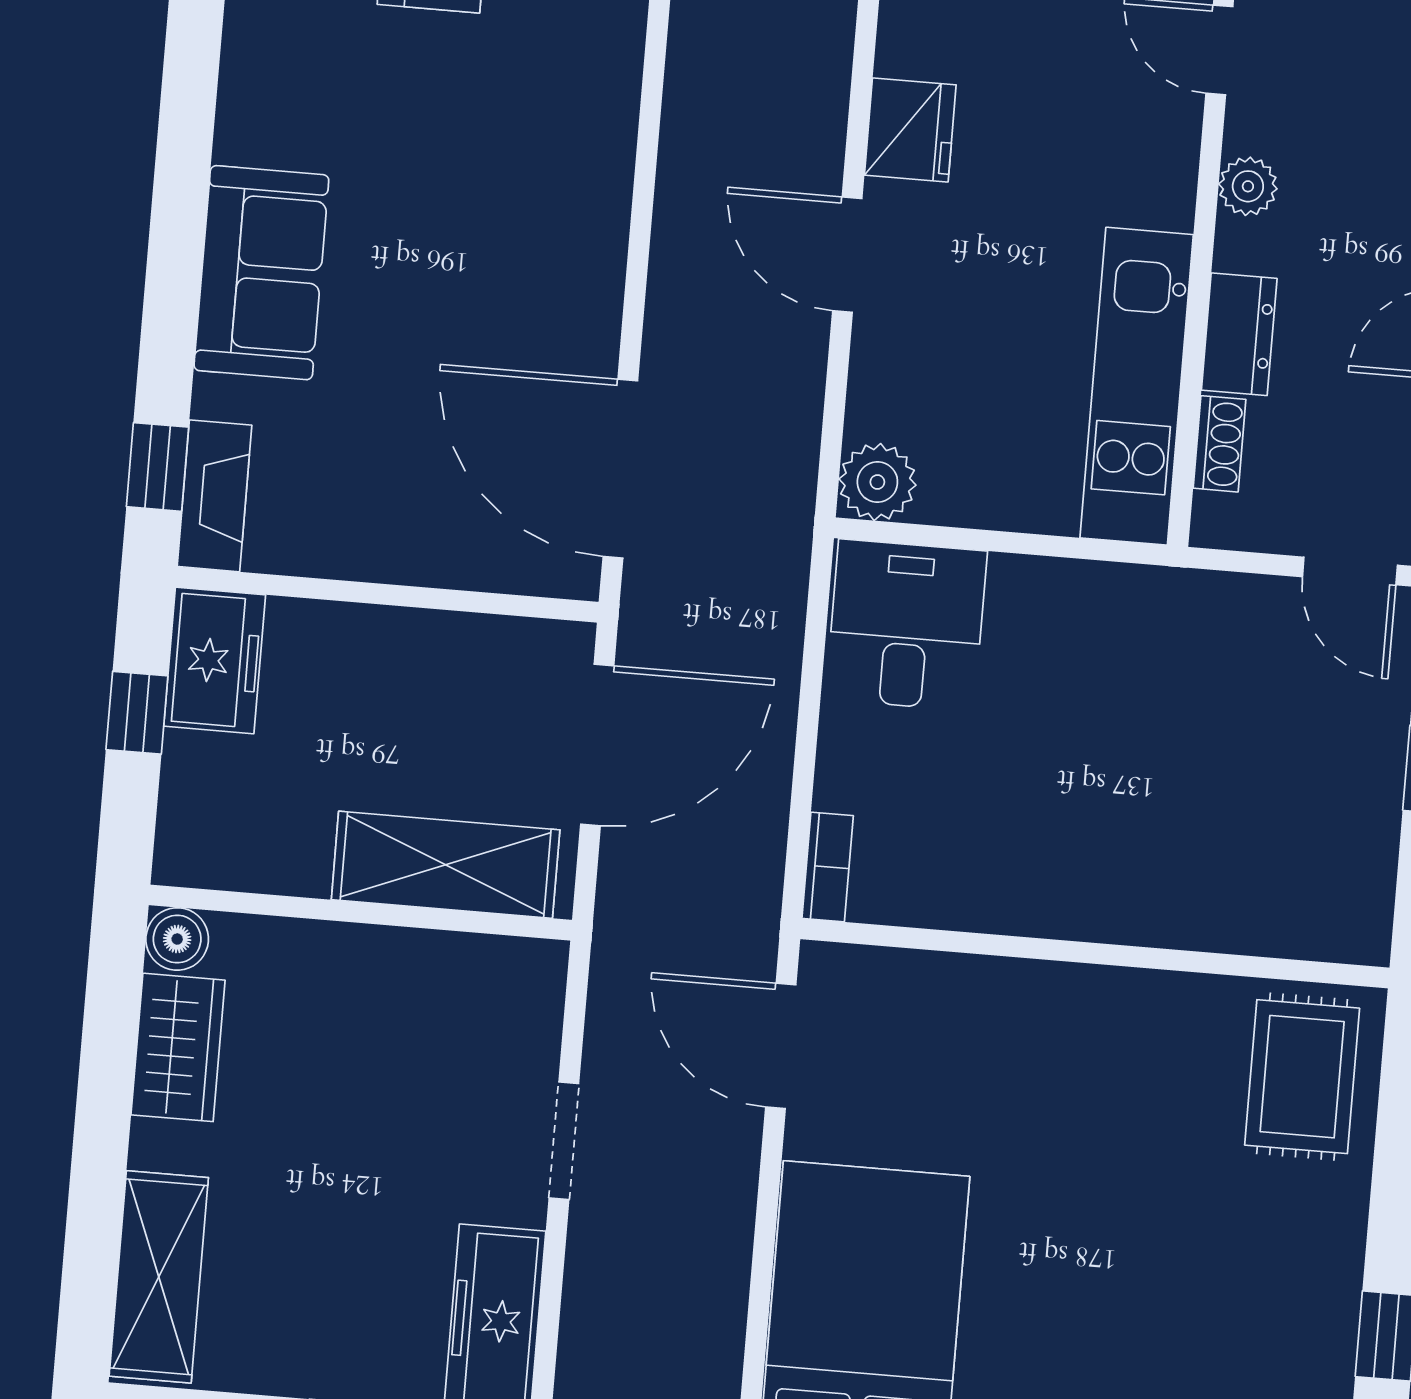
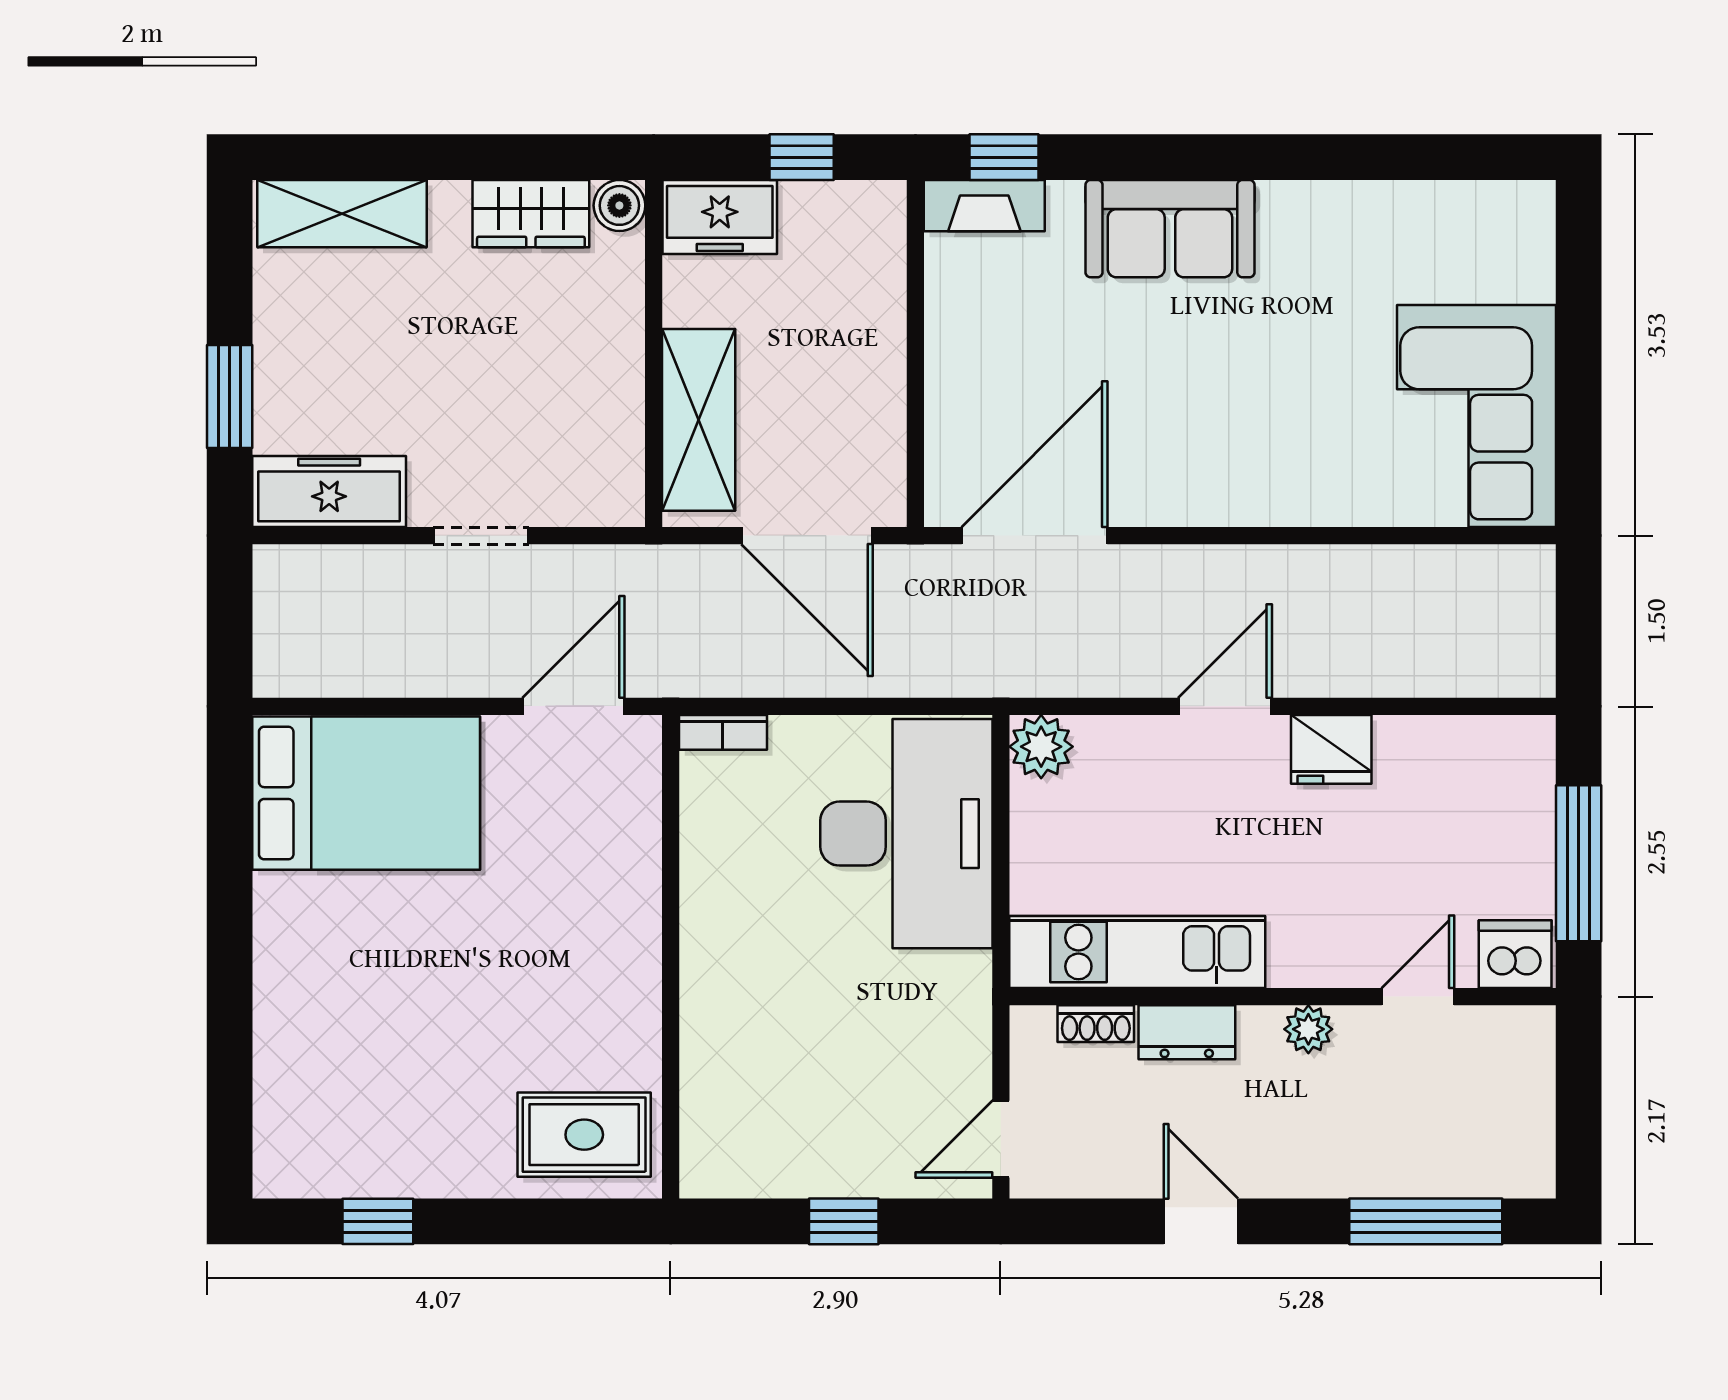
desk: (906, 625) -> (906, 834), width x1.87, depth x1.30
freezer: (215, 661) -> (720, 217), moved

